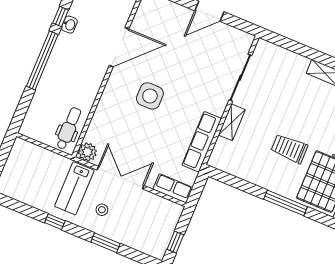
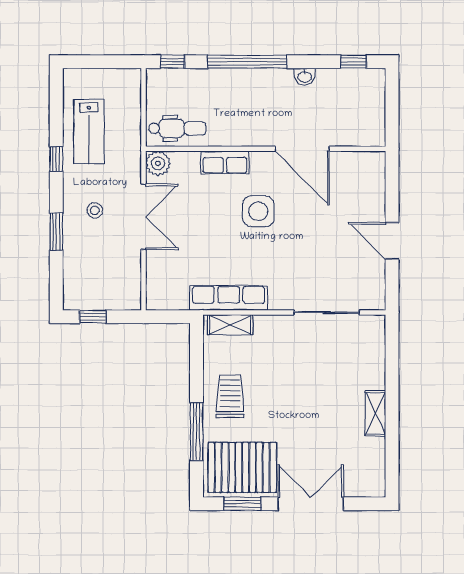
window: (61, 17) -> (172, 62), moved
shelving: (232, 122) -> (230, 325), moved
trolley: (289, 149) -> (230, 396), moved
lab bench: (74, 188) -> (89, 132), moved, turned -90
row of seats: (173, 188) -> (225, 162), moved, turned 90

